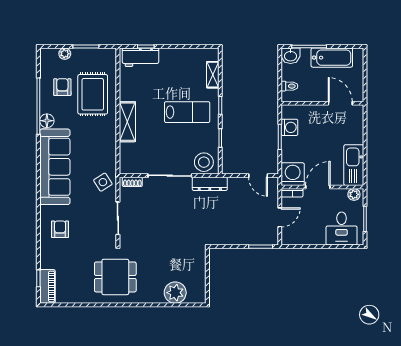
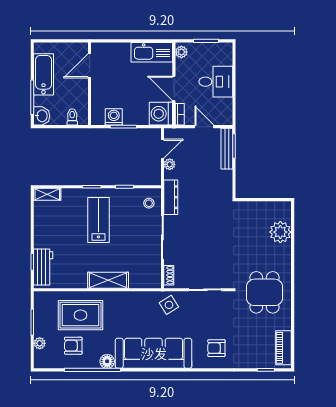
shelving: (213, 75) -> (47, 194), moved
stool: (204, 162) -> (149, 203), width x0.53, depth x0.53
plant: (242, 183) -> (170, 164), added
desk: (342, 229) -> (216, 82), moved
bench: (258, 240) -> (227, 149), added
piano: (47, 286) -> (284, 348), moved, turned -90

